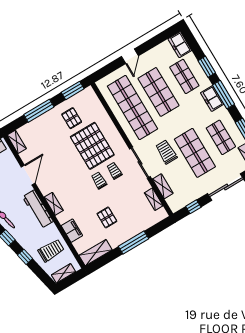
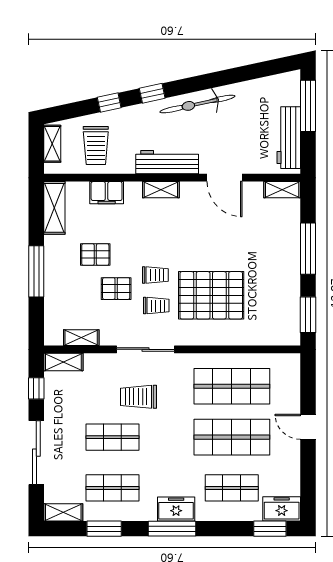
window: (207, 67) -> (270, 529), moved
shop shelf: (132, 108) -> (232, 386), width x0.71
pallet: (72, 118) -> (116, 289), moved
trolley: (166, 152) -> (138, 397), turned 180
shop shelf: (195, 153) -> (112, 437), width x0.70, depth x0.74
shelving: (163, 186) -> (63, 362), moved

